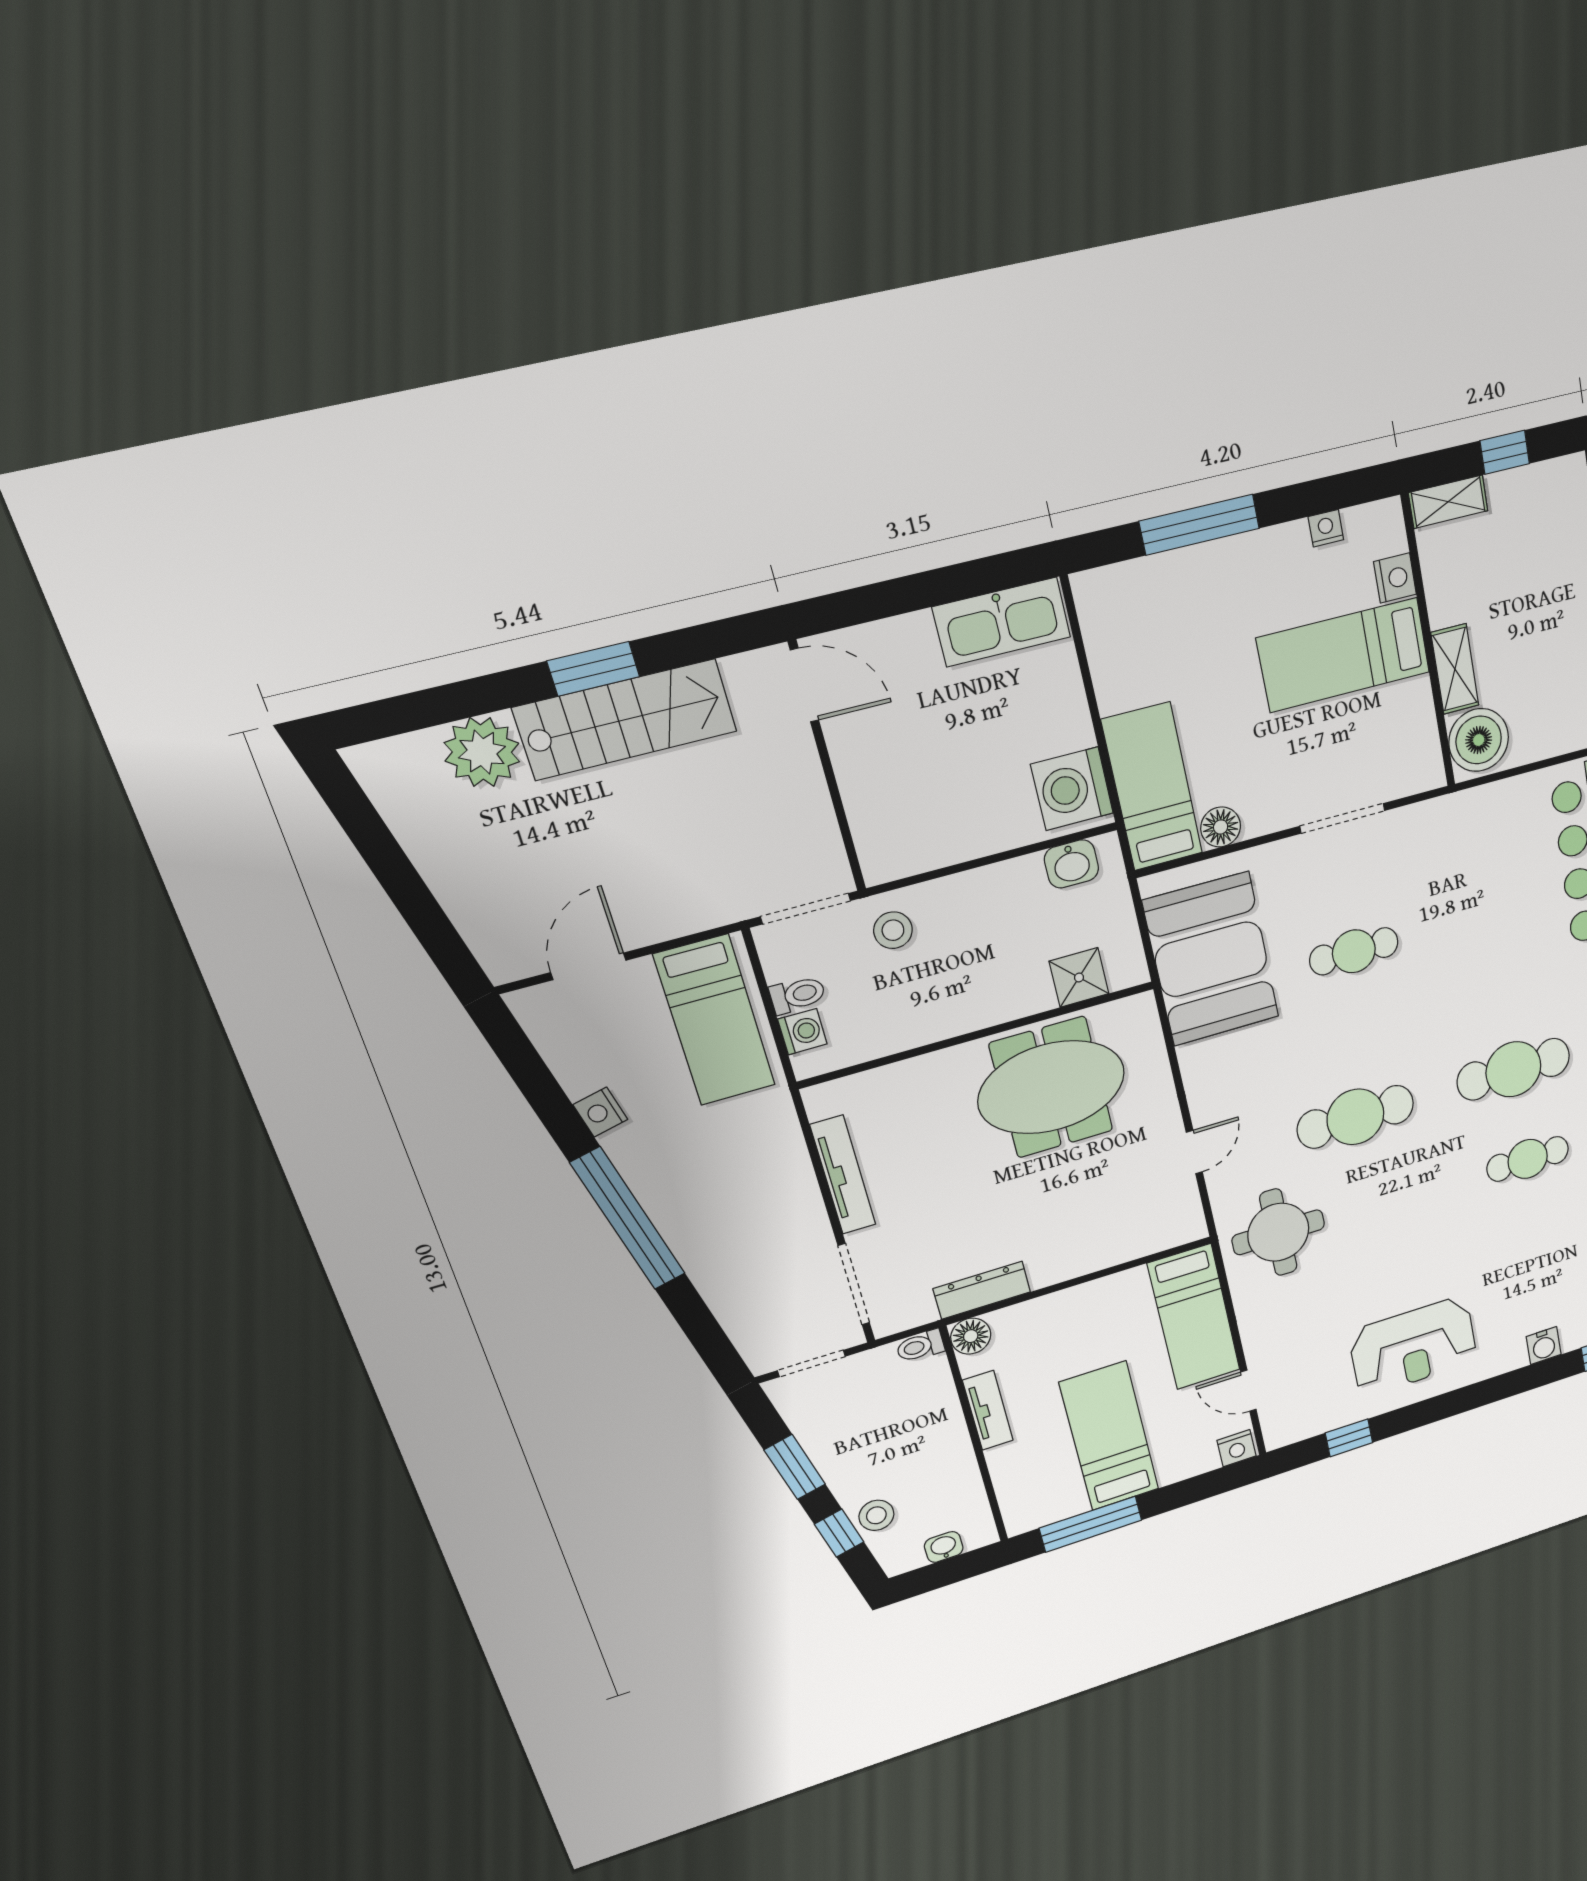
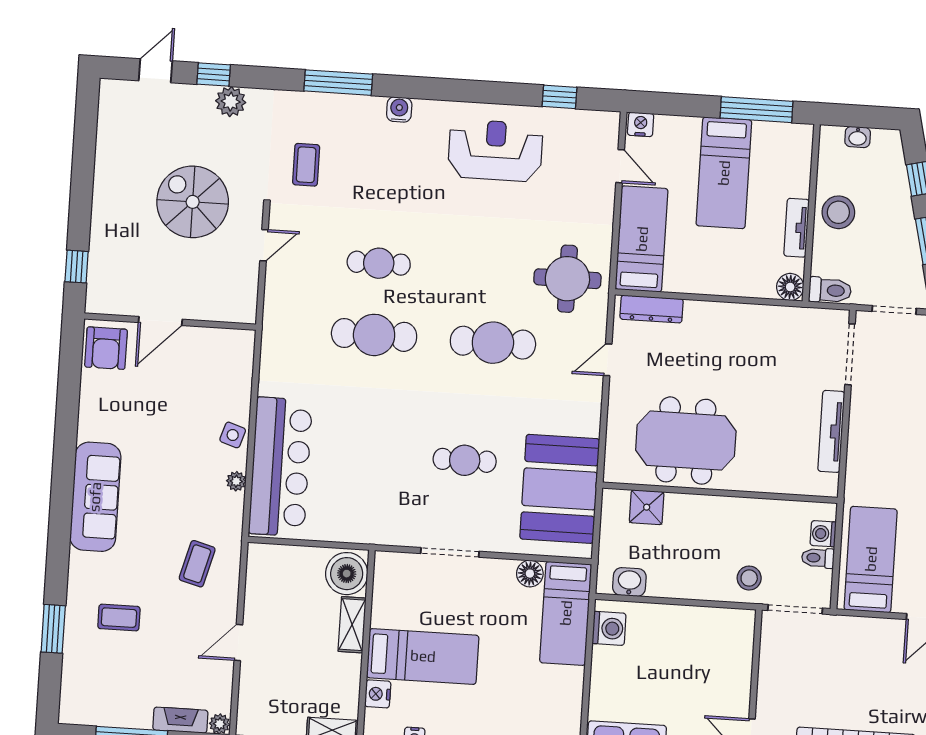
washing machine: (1072, 789) -> (609, 628), width x0.73, depth x0.73
dresser: (982, 1290) -> (652, 309), moved
toilet: (920, 1346) -> (830, 290), width x1.37, depth x1.39
stool: (876, 1515) -> (838, 212), moved, width x1.38, depth x1.38

